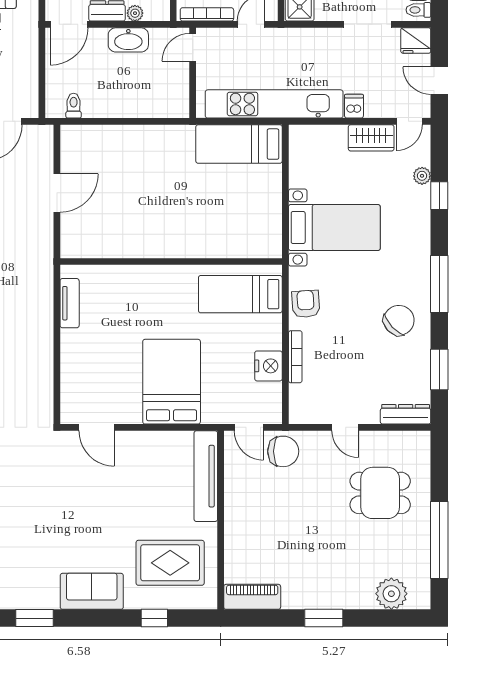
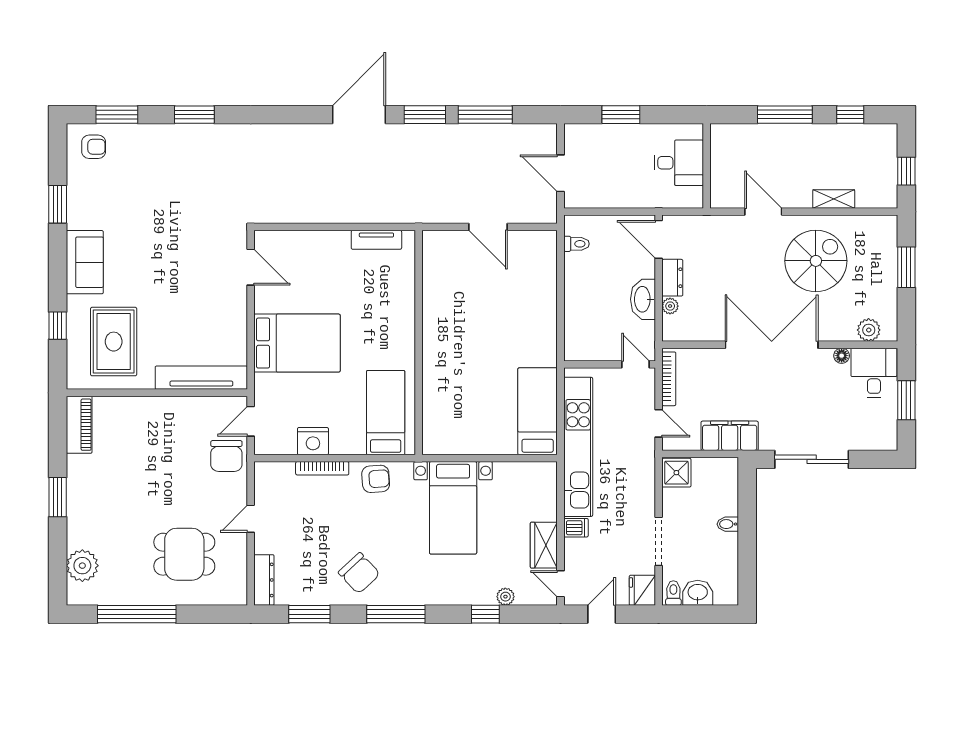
door: (97, 427) -> (251, 267), swing flipped
dining table: (380, 493) -> (184, 554), turned 90

